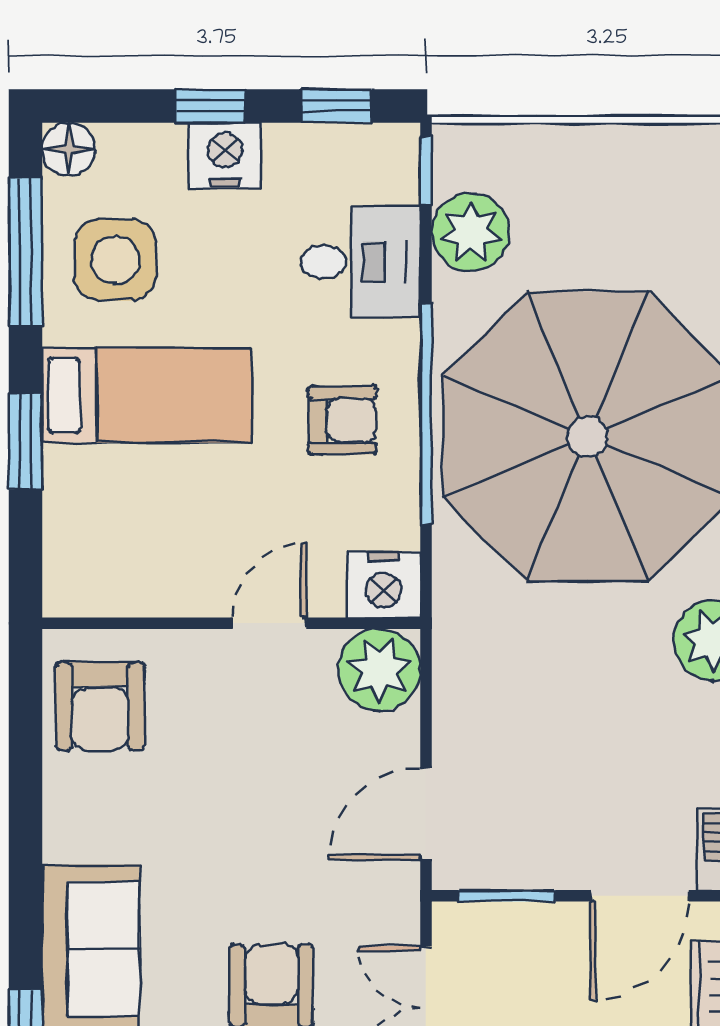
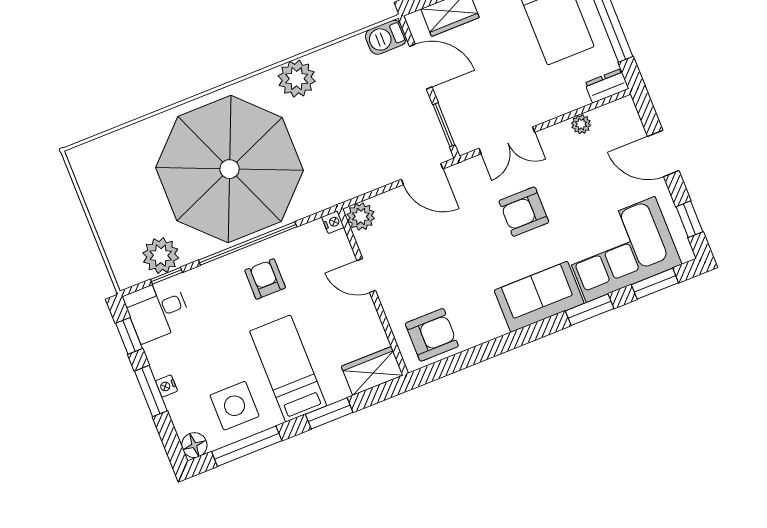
window: (210, 106) -> (151, 391), width x1.50
nightstand: (225, 155) -> (166, 386), width x0.53, depth x0.56
window: (426, 170) -> (167, 276), moved
desk: (361, 262) -> (157, 310), moved, turned -90
wardrobe: (76, 560) -> (372, 371), added
nightstand: (384, 585) -> (333, 222), width x0.53, depth x0.56
plant: (379, 670) -> (361, 217), width x0.73, depth x0.73

